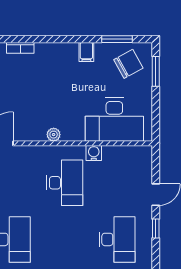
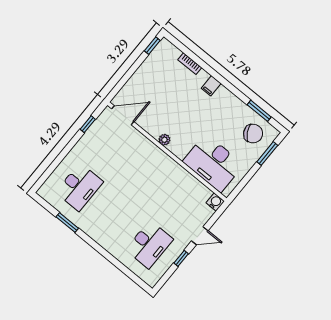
filing cabinet: (86, 52) -> (211, 86), moved
water cooler: (94, 153) -> (215, 202), moved
desk: (65, 183) -> (145, 178), removed

